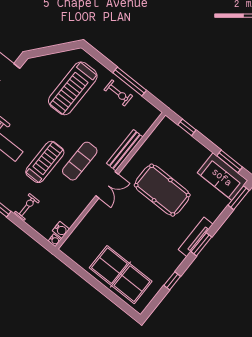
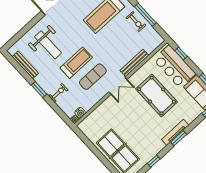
bar counter: (181, 147) -> (174, 67), added
exercise mat: (80, 161) -> (93, 77), moved

